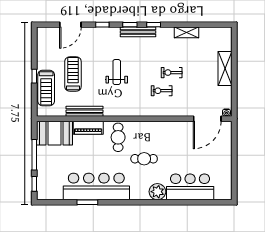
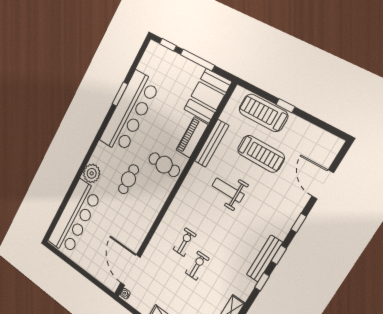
weight bench: (117, 72) -> (228, 190), moved, turned 180
bar counter: (190, 187) -> (74, 217), width x1.36

